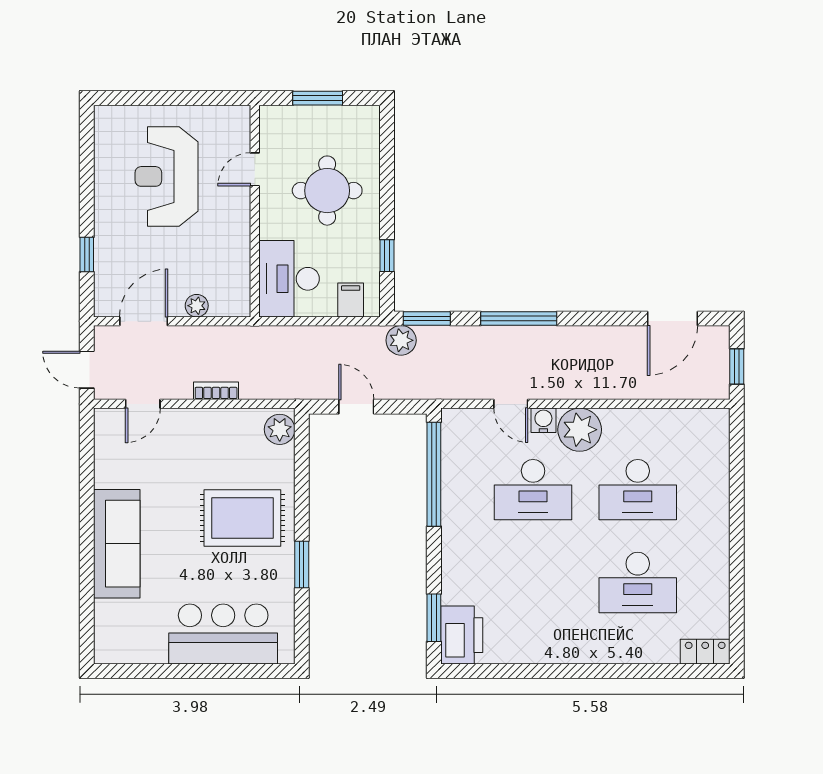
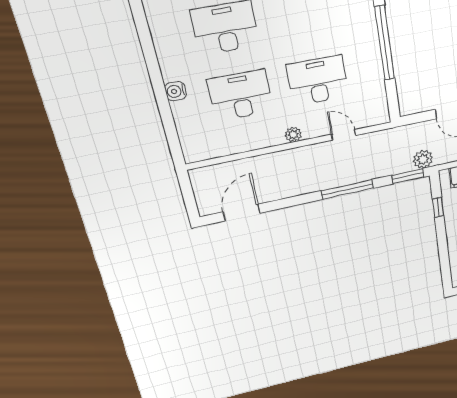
window: (737, 367) -> (187, 192), removed
water cooler: (543, 420) -> (176, 91), moved, turned 90
plant: (580, 430) -> (293, 134), width x0.53, depth x0.53
window: (434, 474) -> (385, 43), moved

